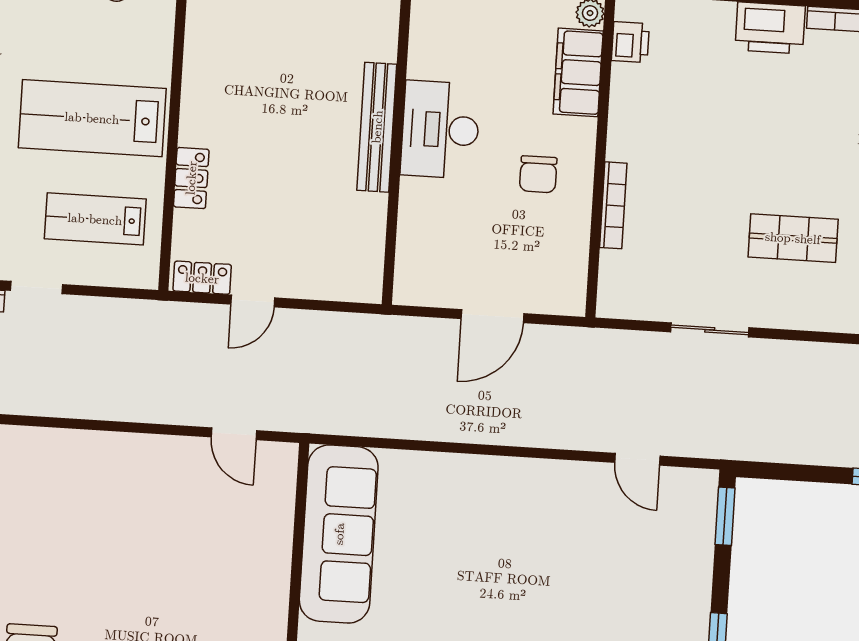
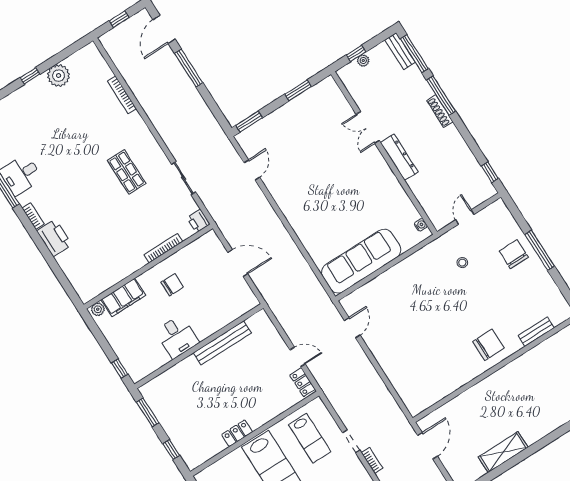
printer: (630, 42) -> (198, 221), moved, turned -90
bench: (377, 127) -> (222, 343), moved
desk: (440, 130) -> (177, 337), width x0.73
locker: (191, 178) -> (237, 433), moved

